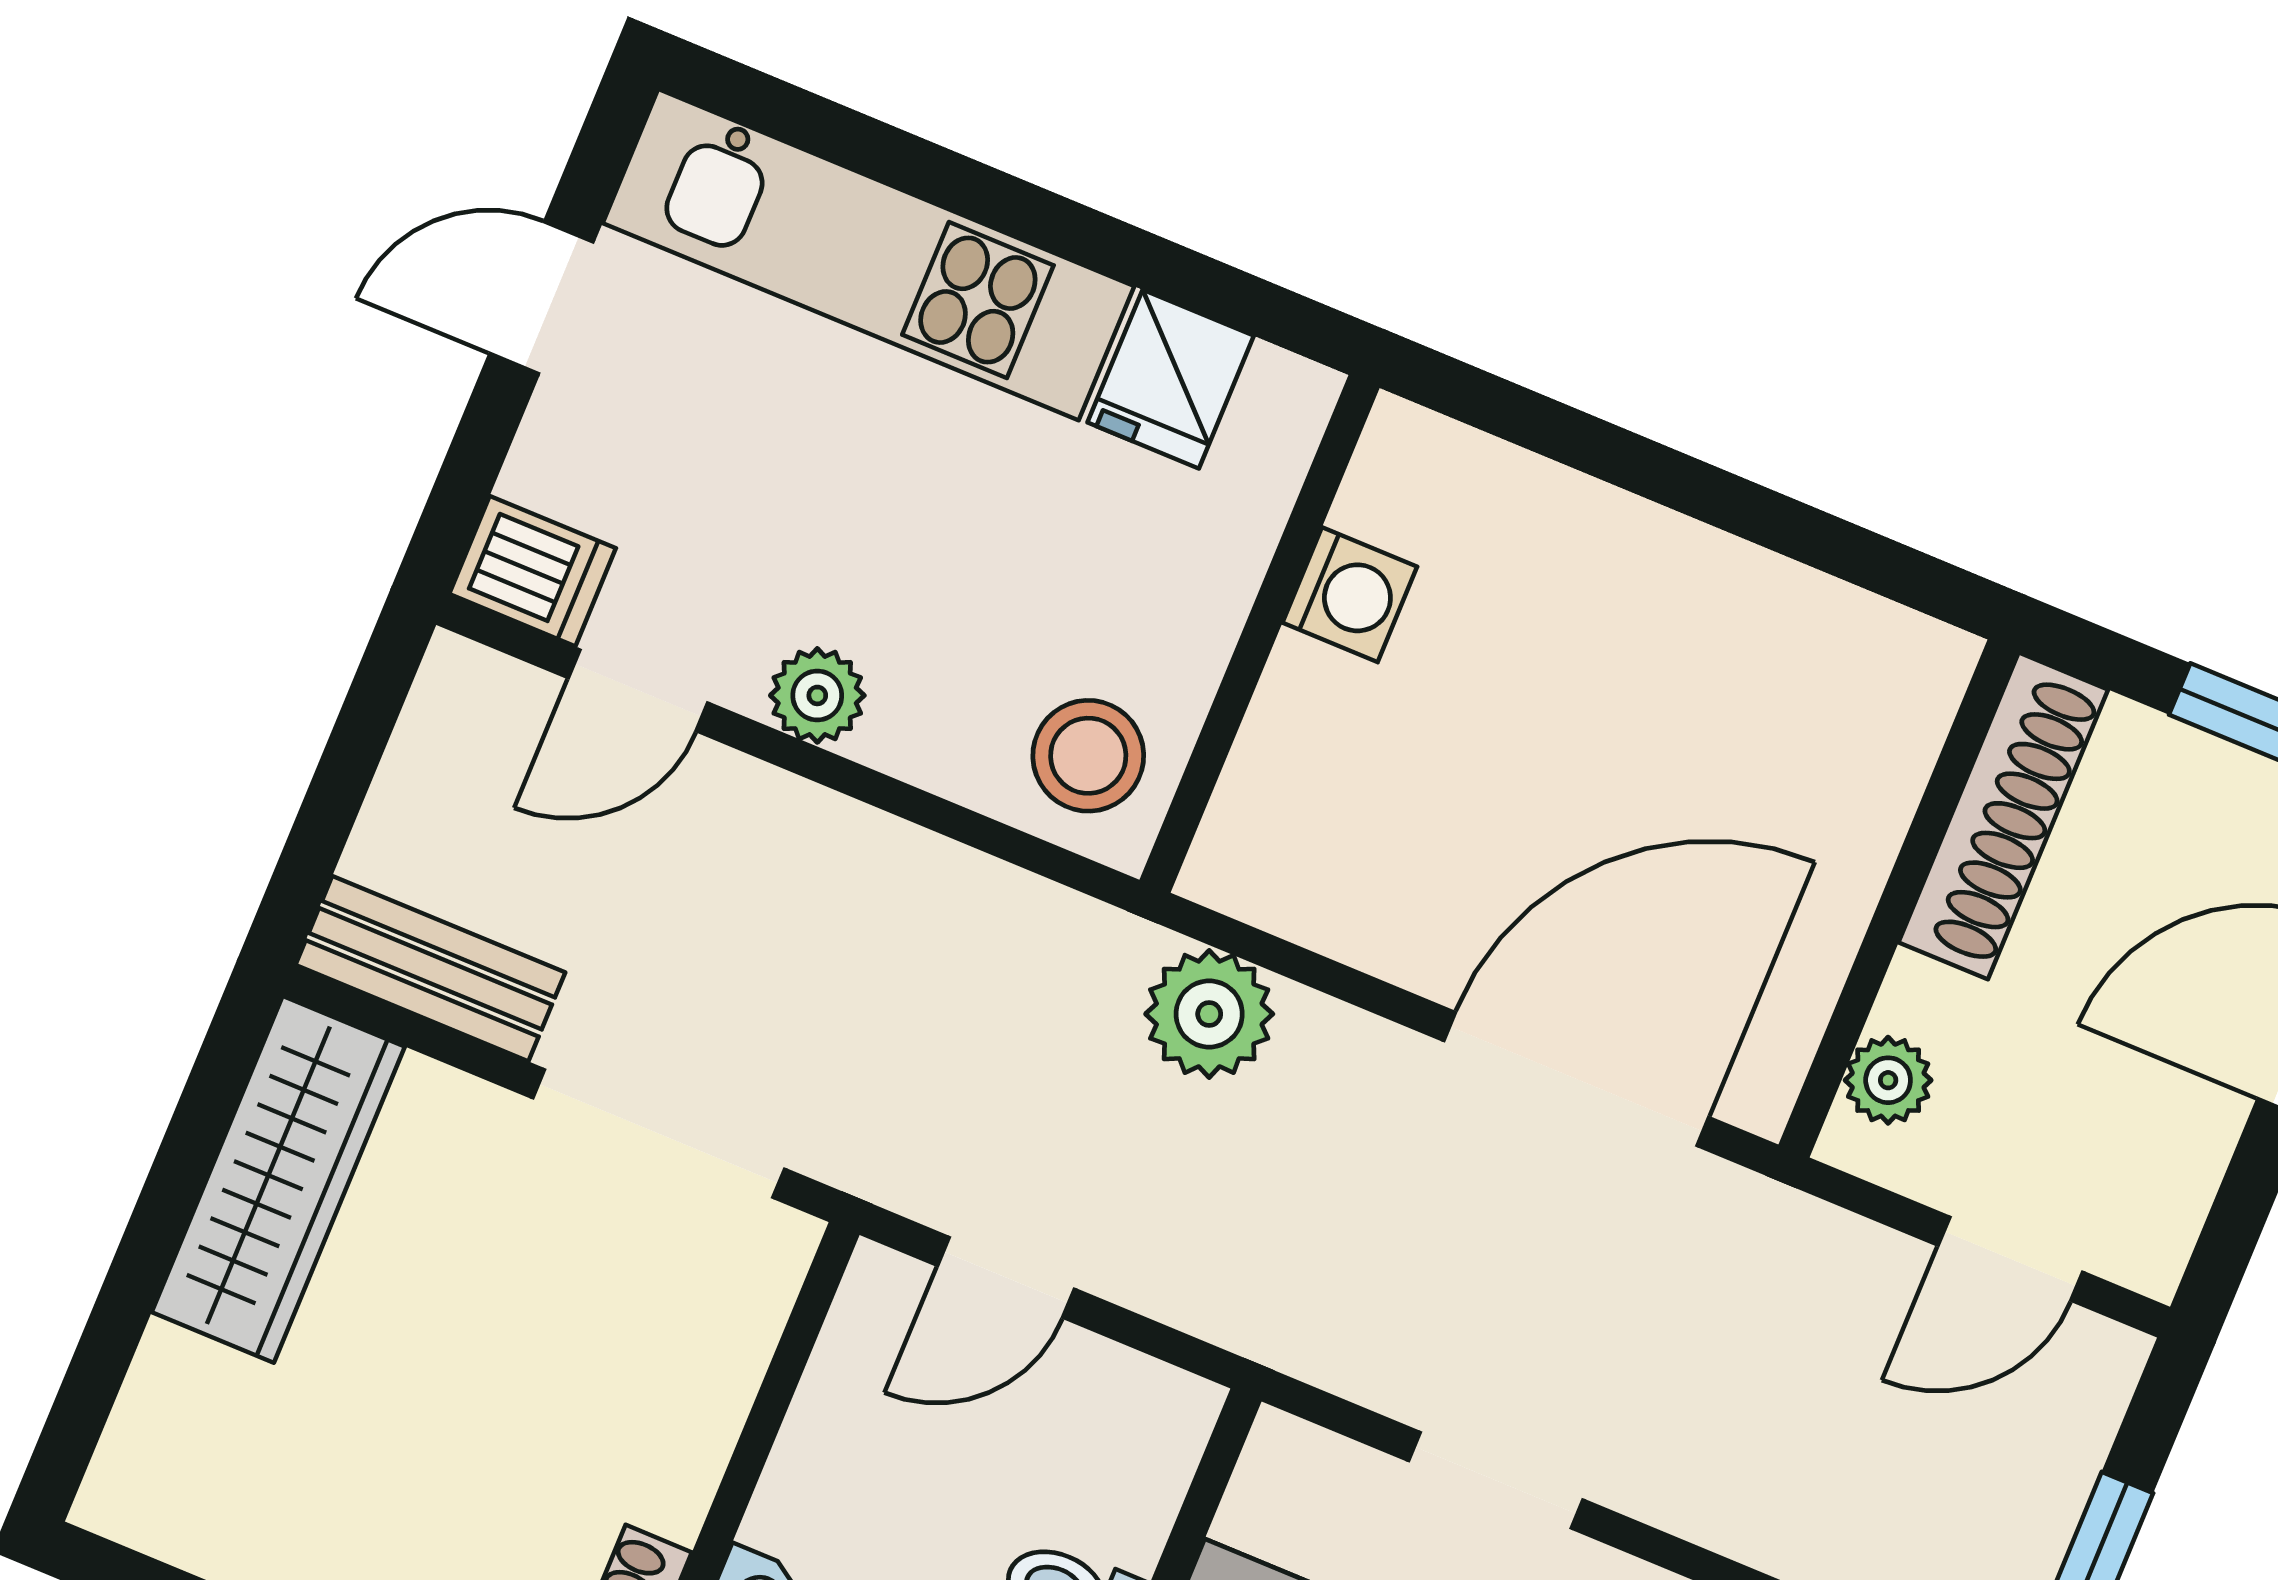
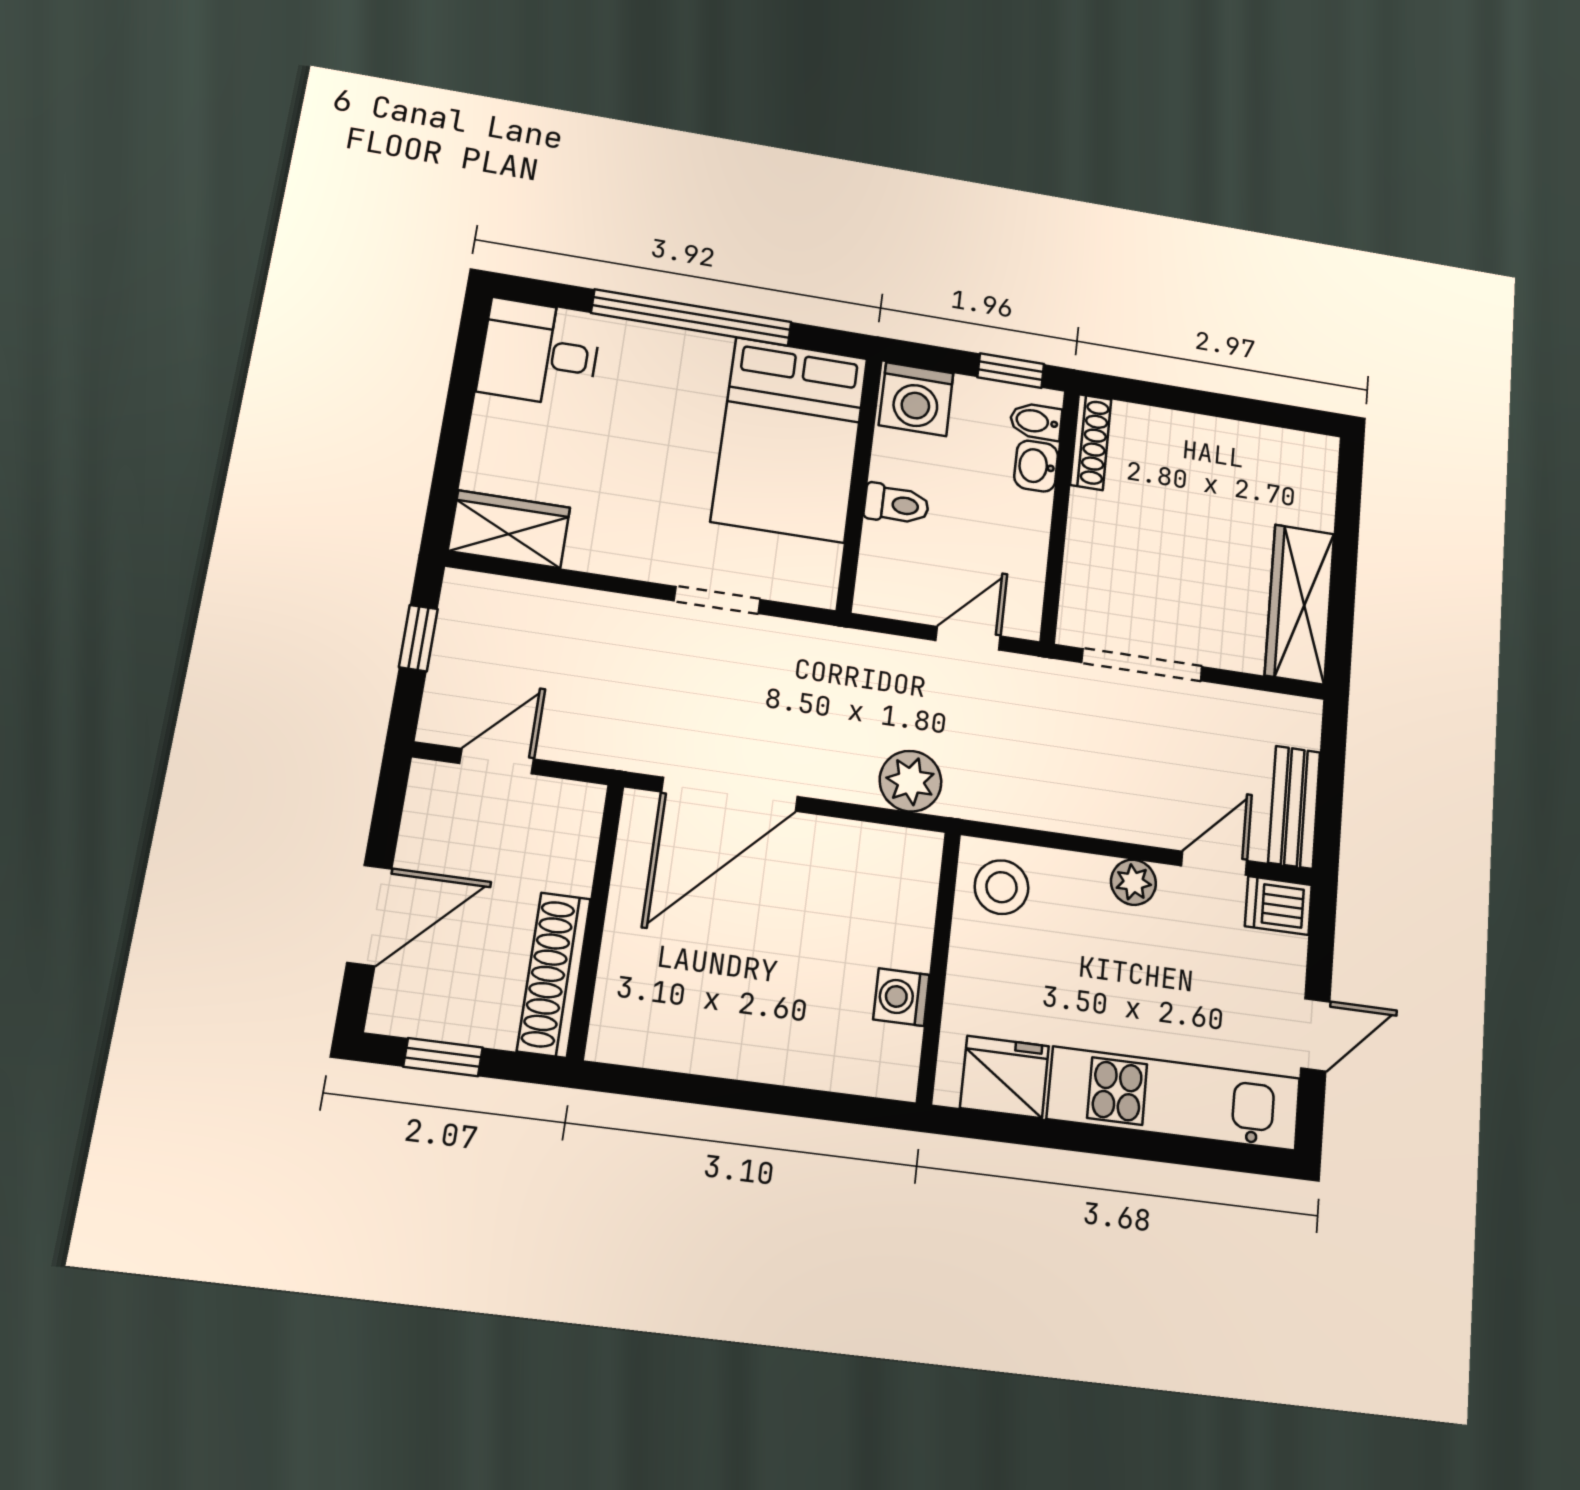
fridge: (1171, 379) -> (1005, 1077), width x1.38
bench: (430, 969) -> (1294, 807), moved, turned 90
plant: (1888, 1080) -> (578, 831), removed

